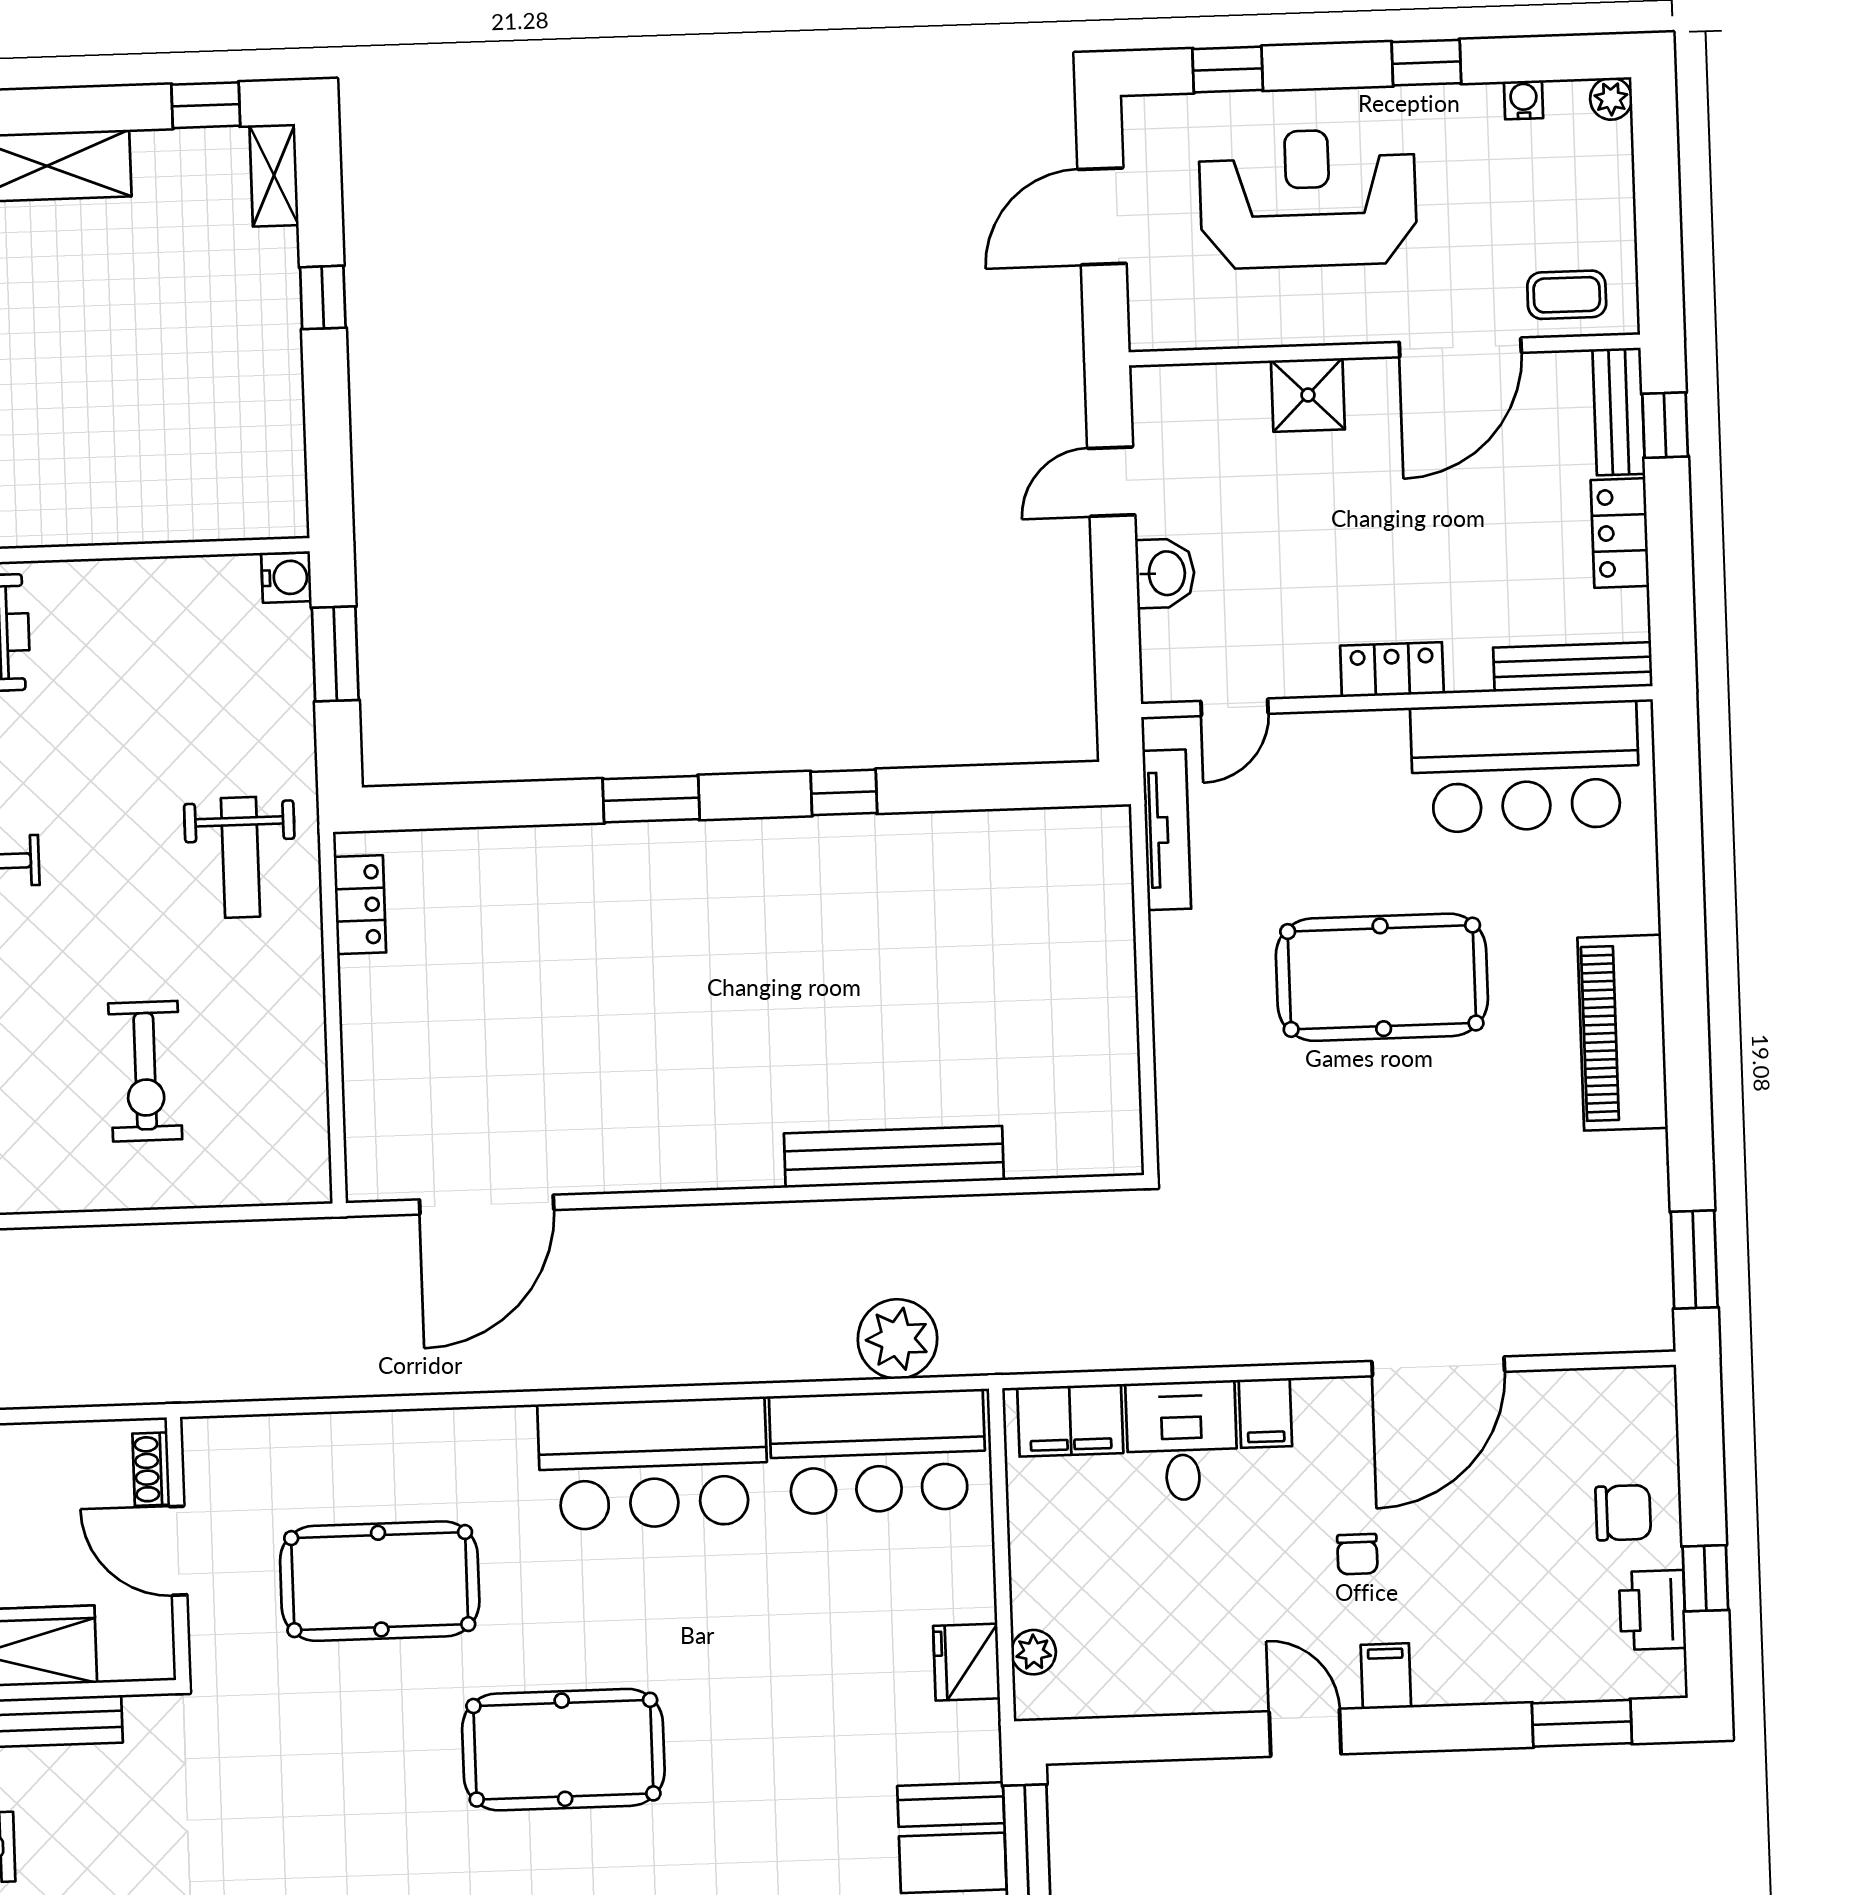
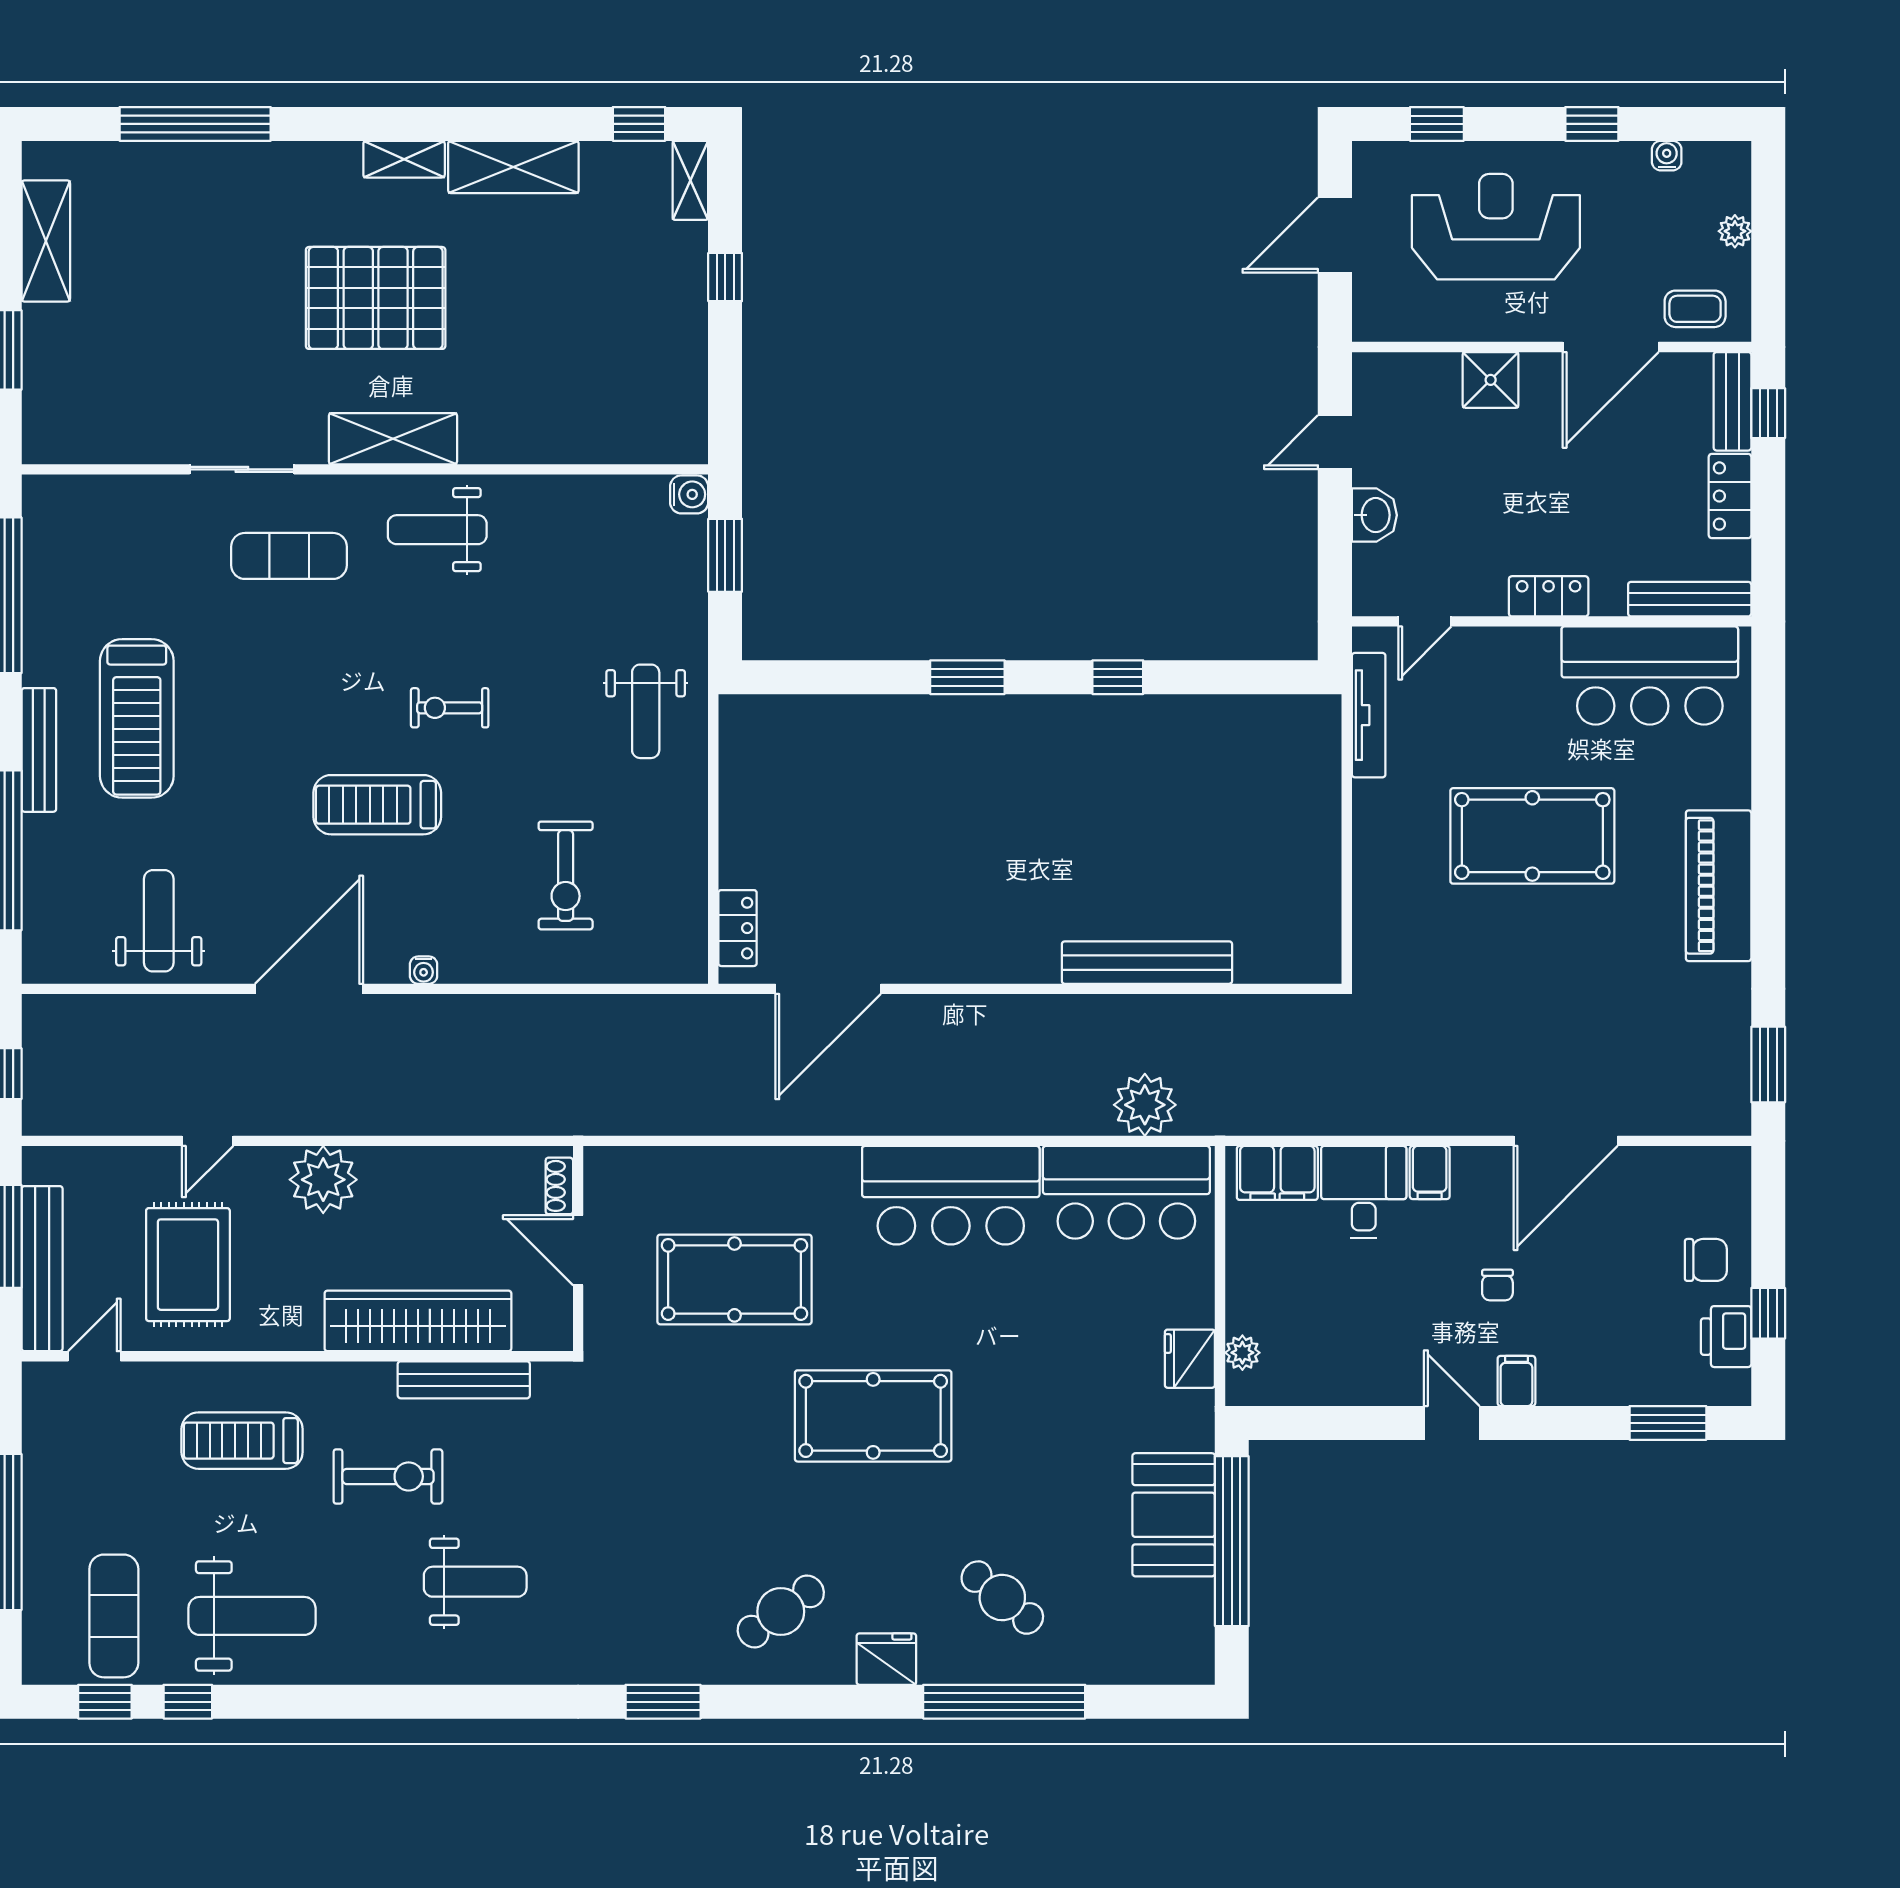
plant: (1611, 99) -> (1735, 231), moved
locker: (360, 905) -> (738, 928), moved

